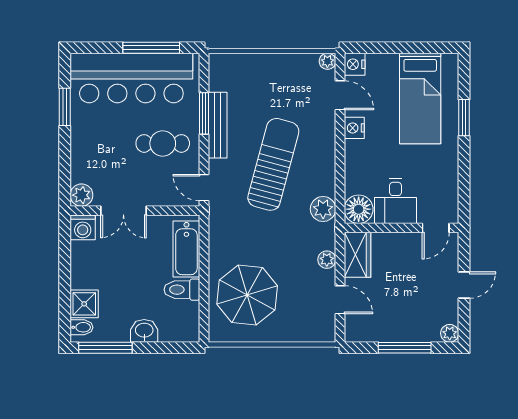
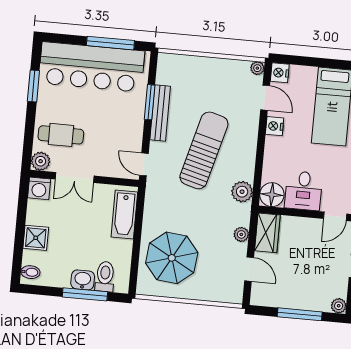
cafe table: (163, 143) -> (61, 135), moved
toilet: (182, 290) -> (105, 277), moved, turned 90
shower: (84, 304) -> (36, 238), moved
window: (105, 348) -> (85, 294), moved

